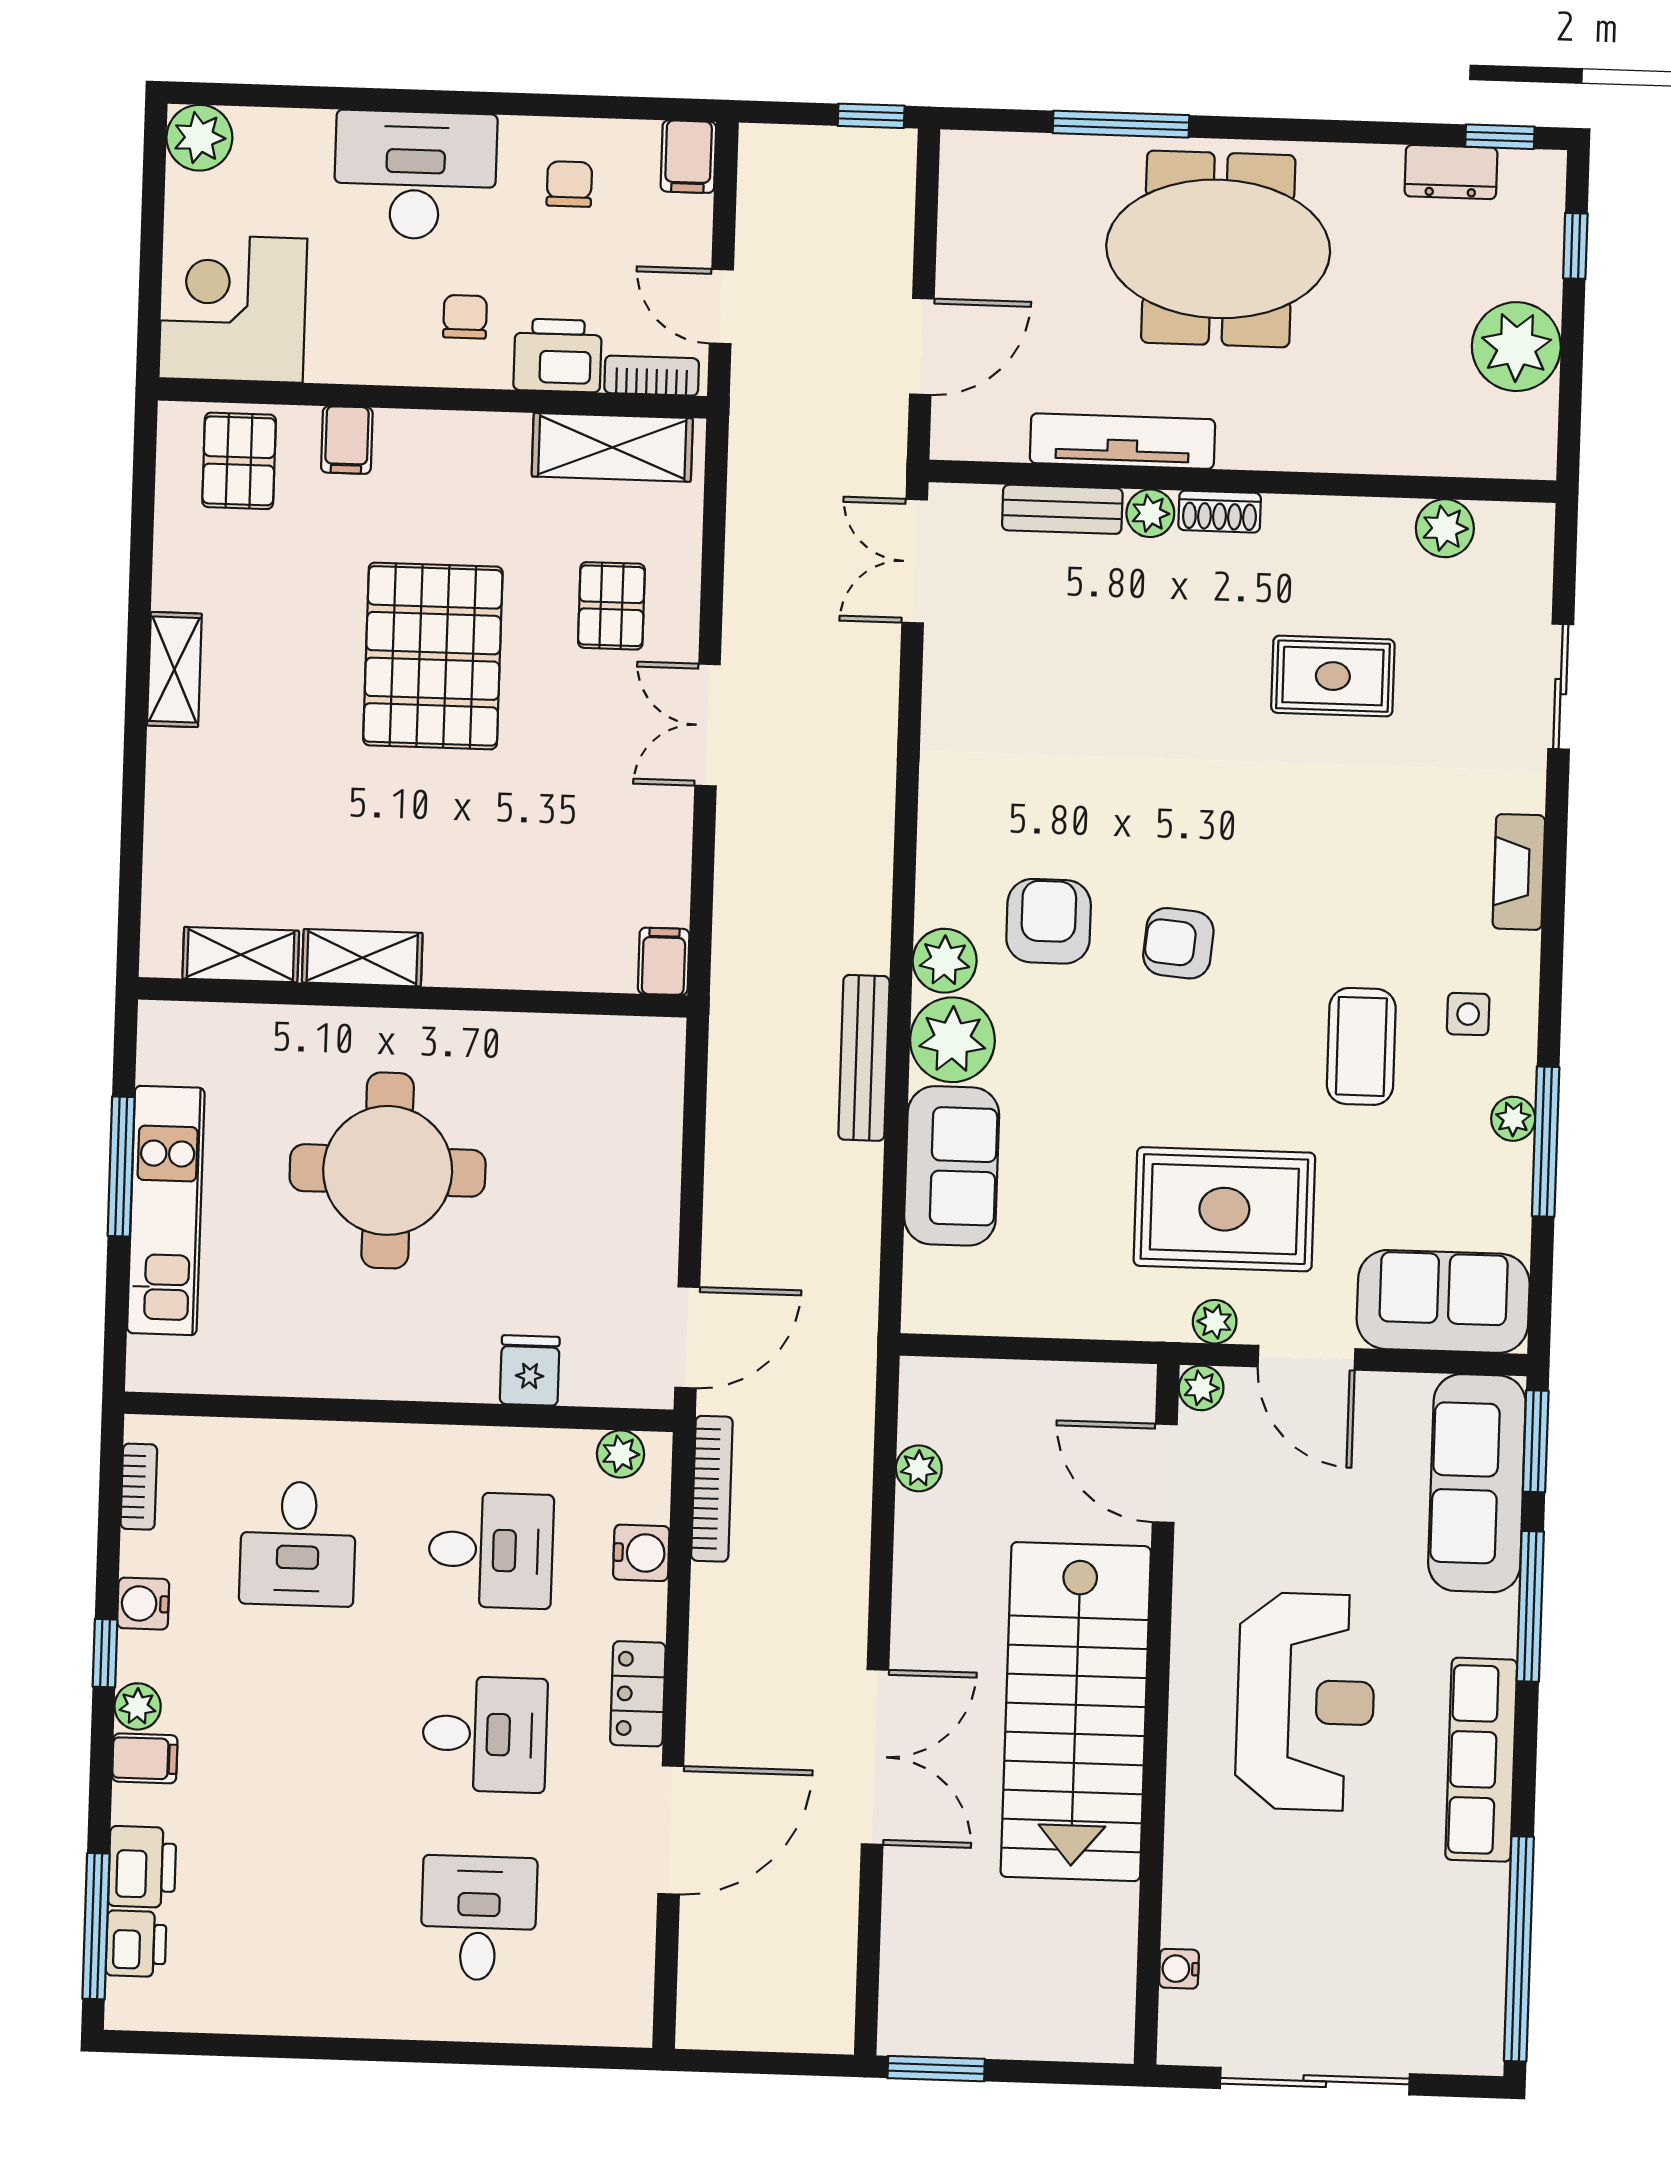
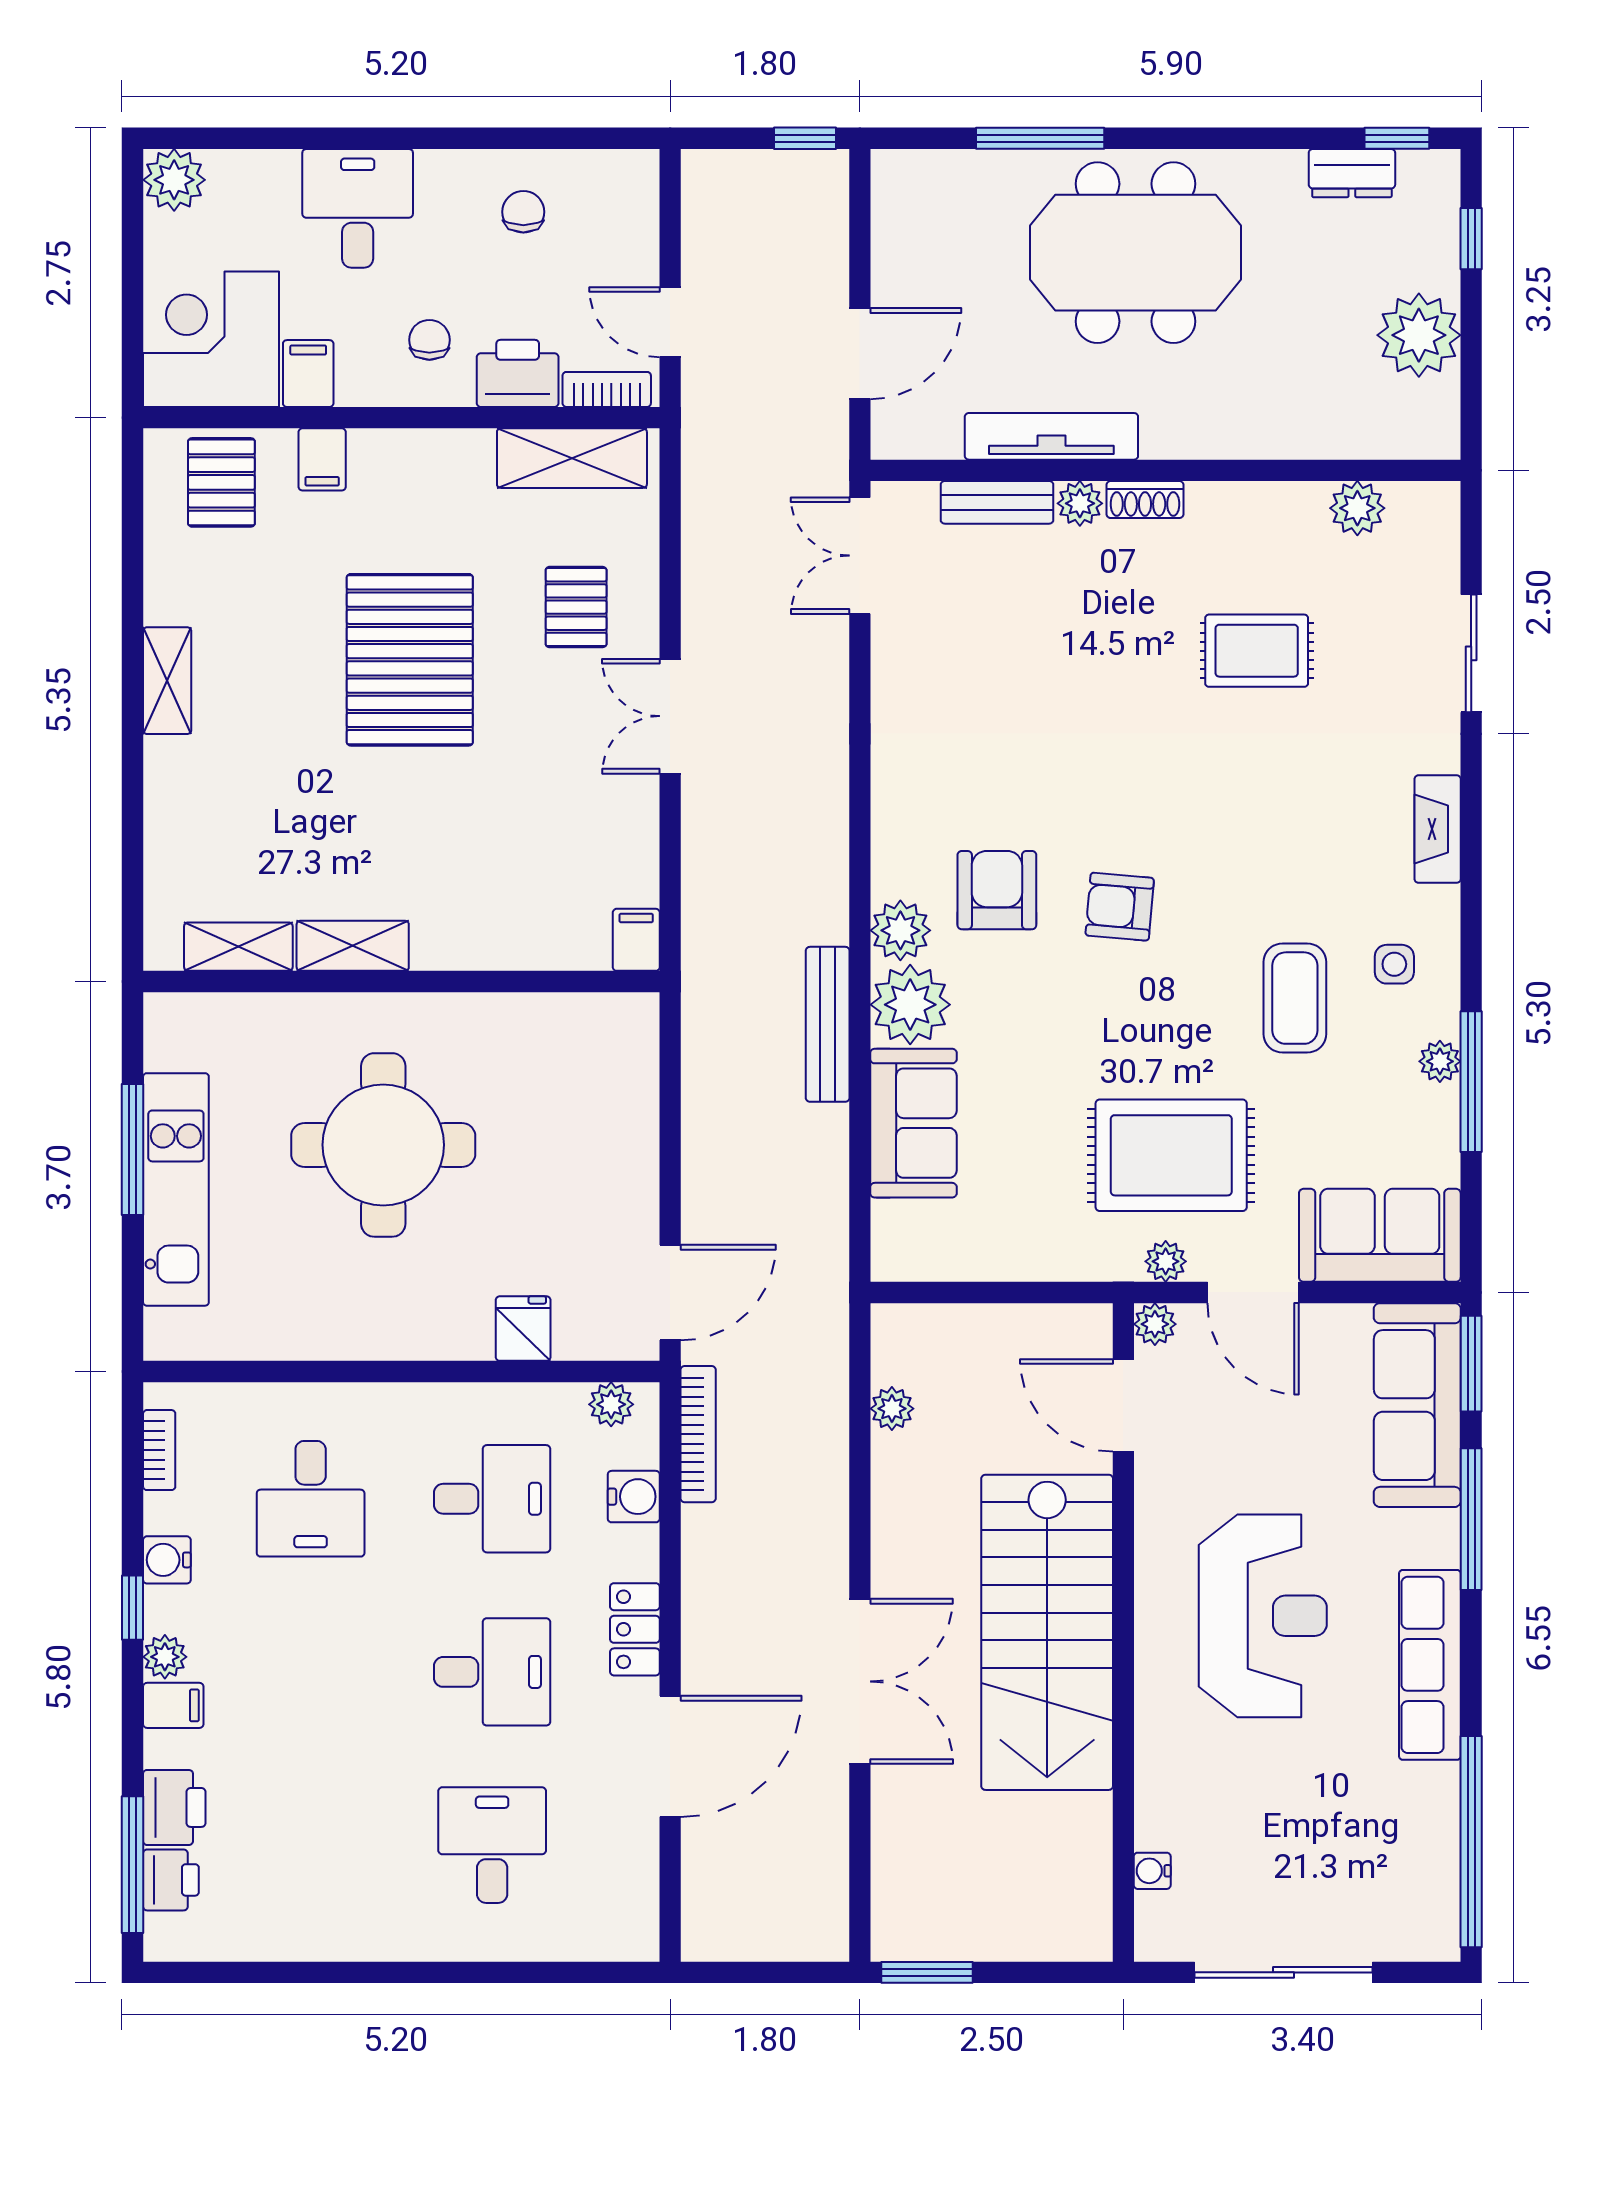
filing cabinet: (688, 157) -> (308, 374), moved, turned 180
desk: (415, 175) -> (358, 208), width x0.73

